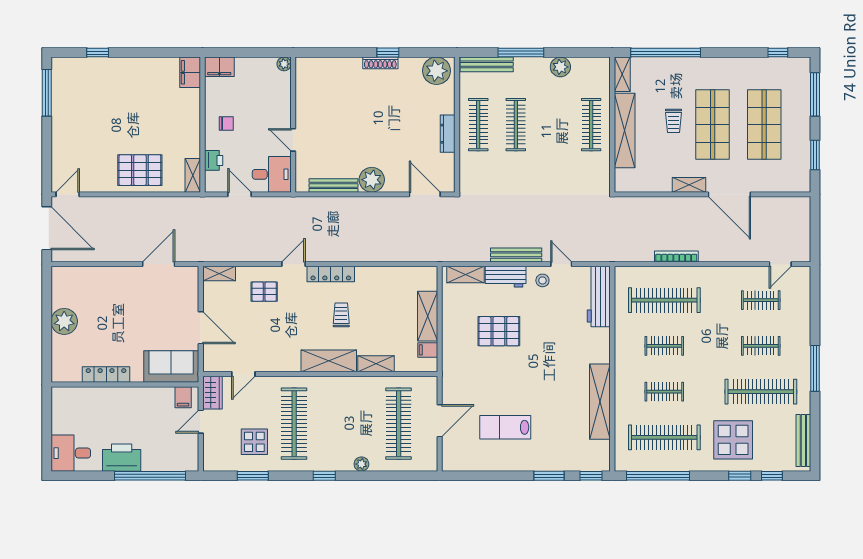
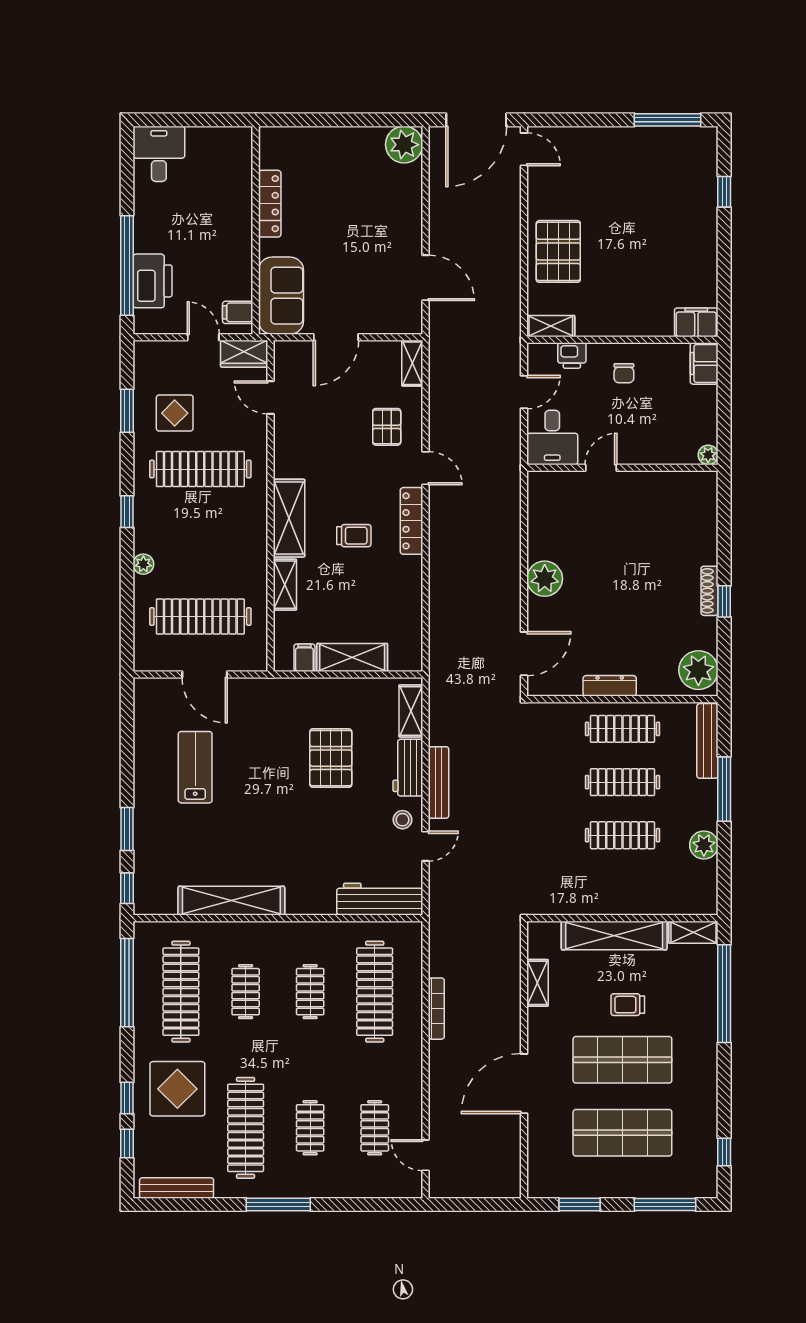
clothes rail: (591, 125) -> (622, 835), moved
bench: (333, 185) -> (537, 525), removed
shelving: (689, 185) -> (537, 983), moved
plant: (64, 321) -> (404, 145), moved
printer: (122, 458) -> (152, 281), moved

